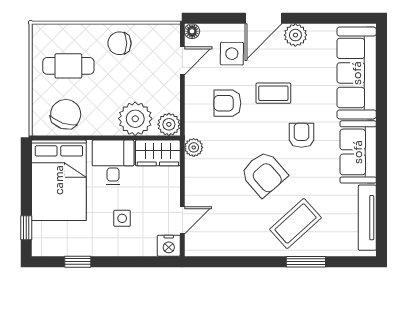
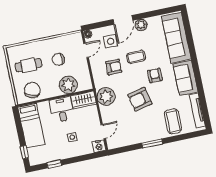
chair: (119, 43) -> (58, 59), moved
armchair: (227, 103) -> (114, 67), turned 180
plant: (169, 124) -> (86, 84), removed
plant: (194, 147) -> (106, 96), width x1.88, depth x1.88
armchair: (264, 174) -> (140, 99), turned 118
bed: (59, 180) -> (31, 126), width x0.67
coffee table: (295, 224) -> (173, 121), moved, turned -48
window: (306, 262) -> (152, 143), moved

